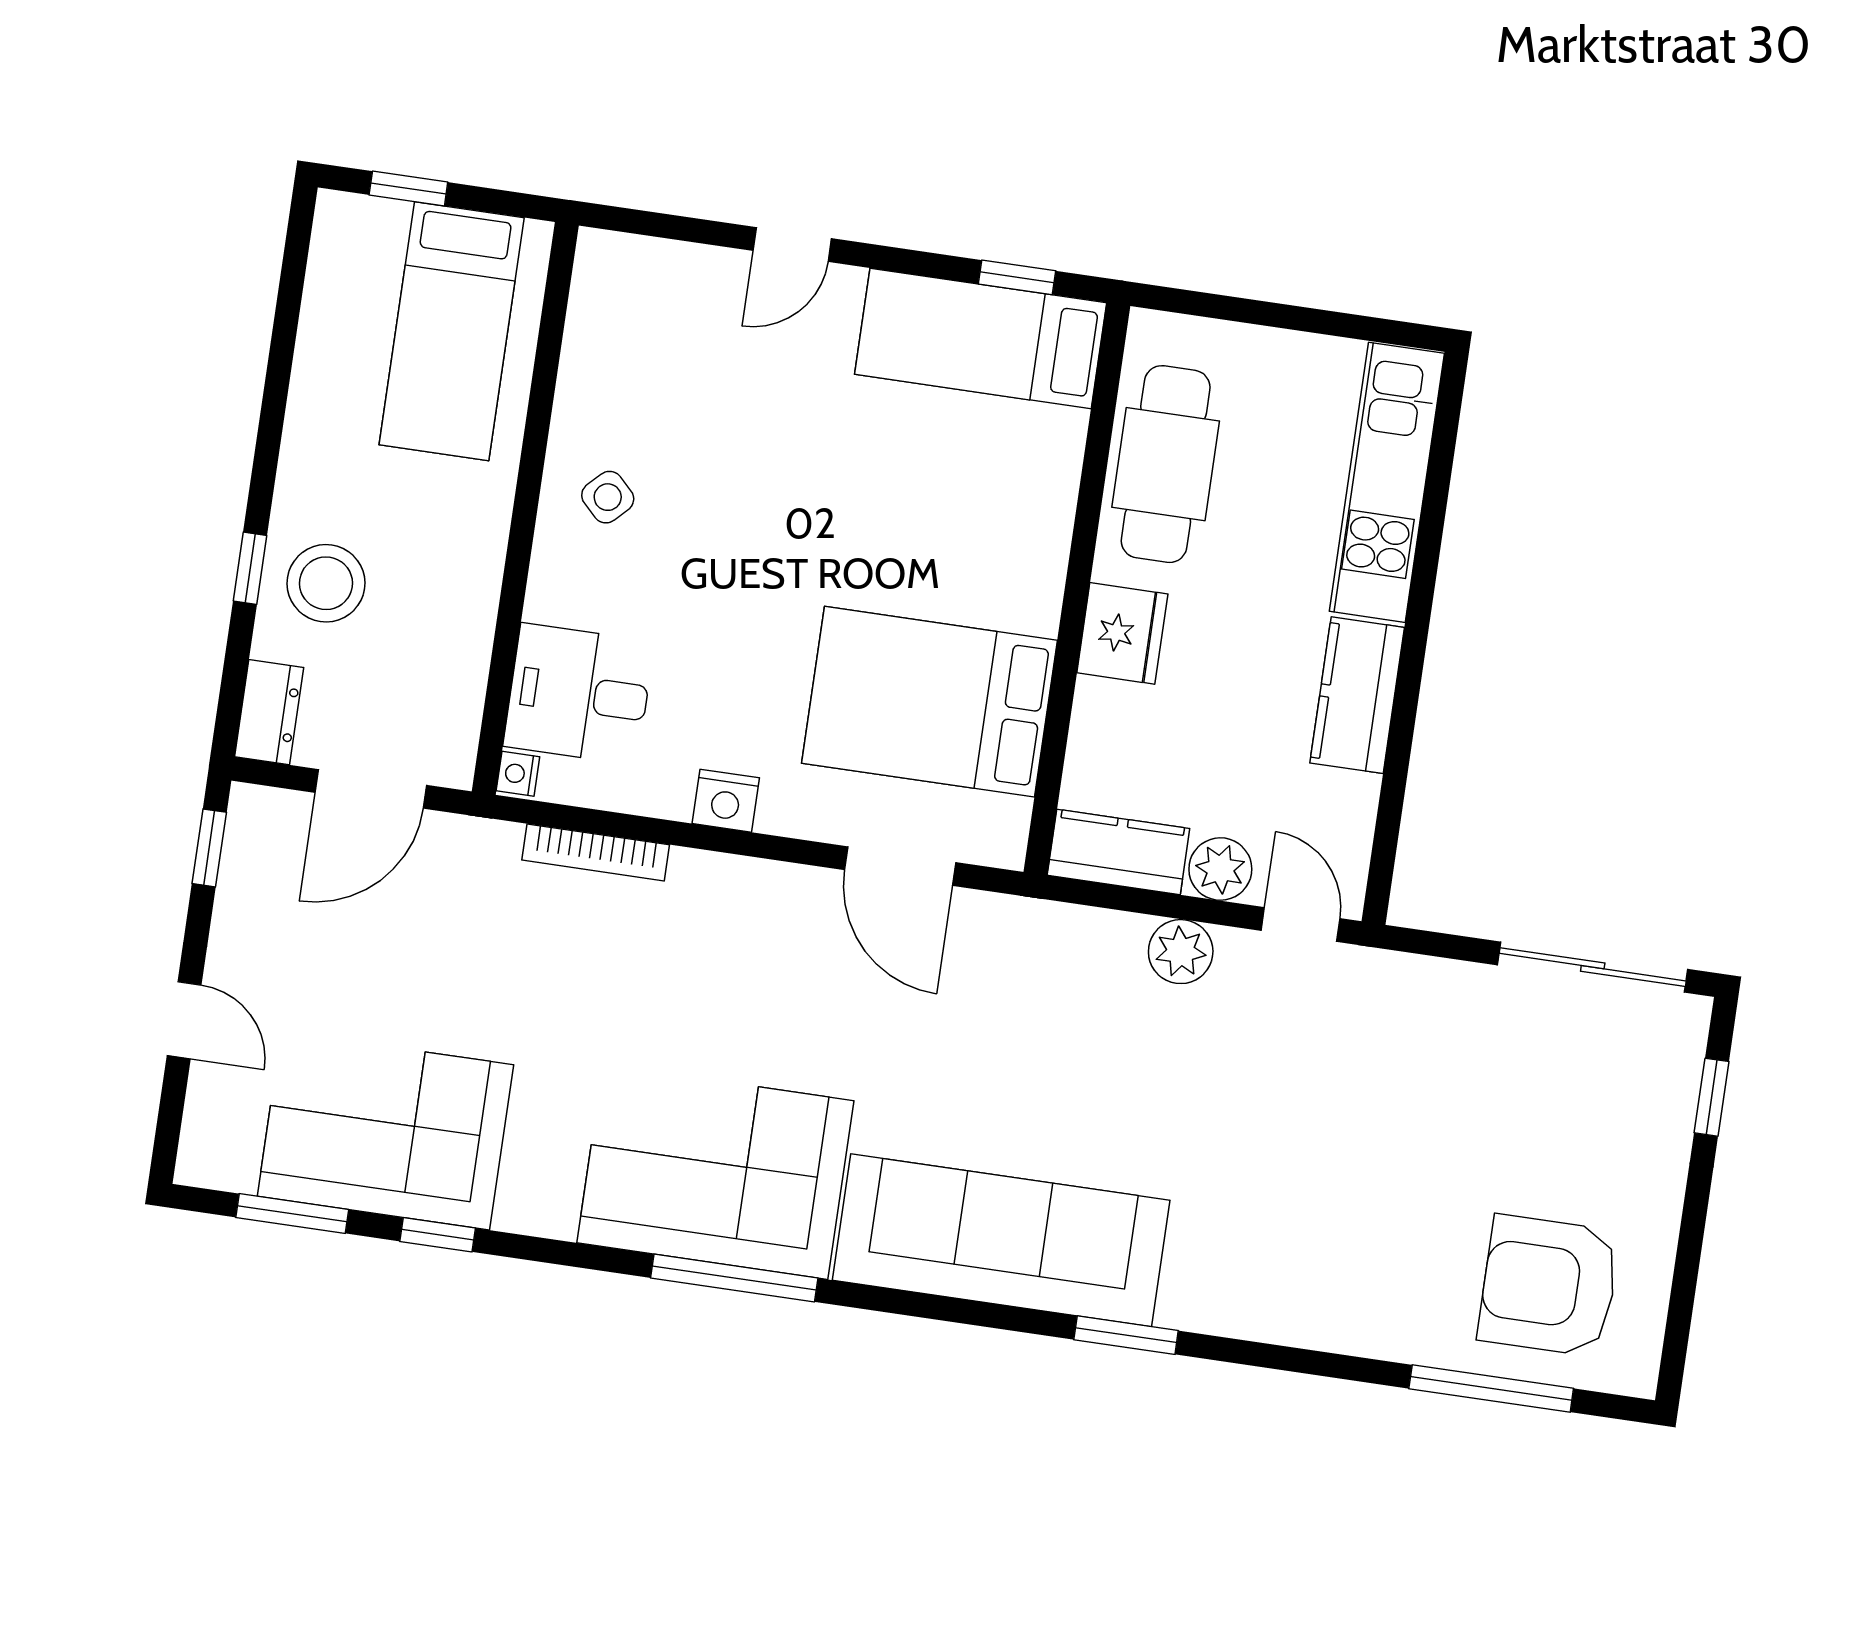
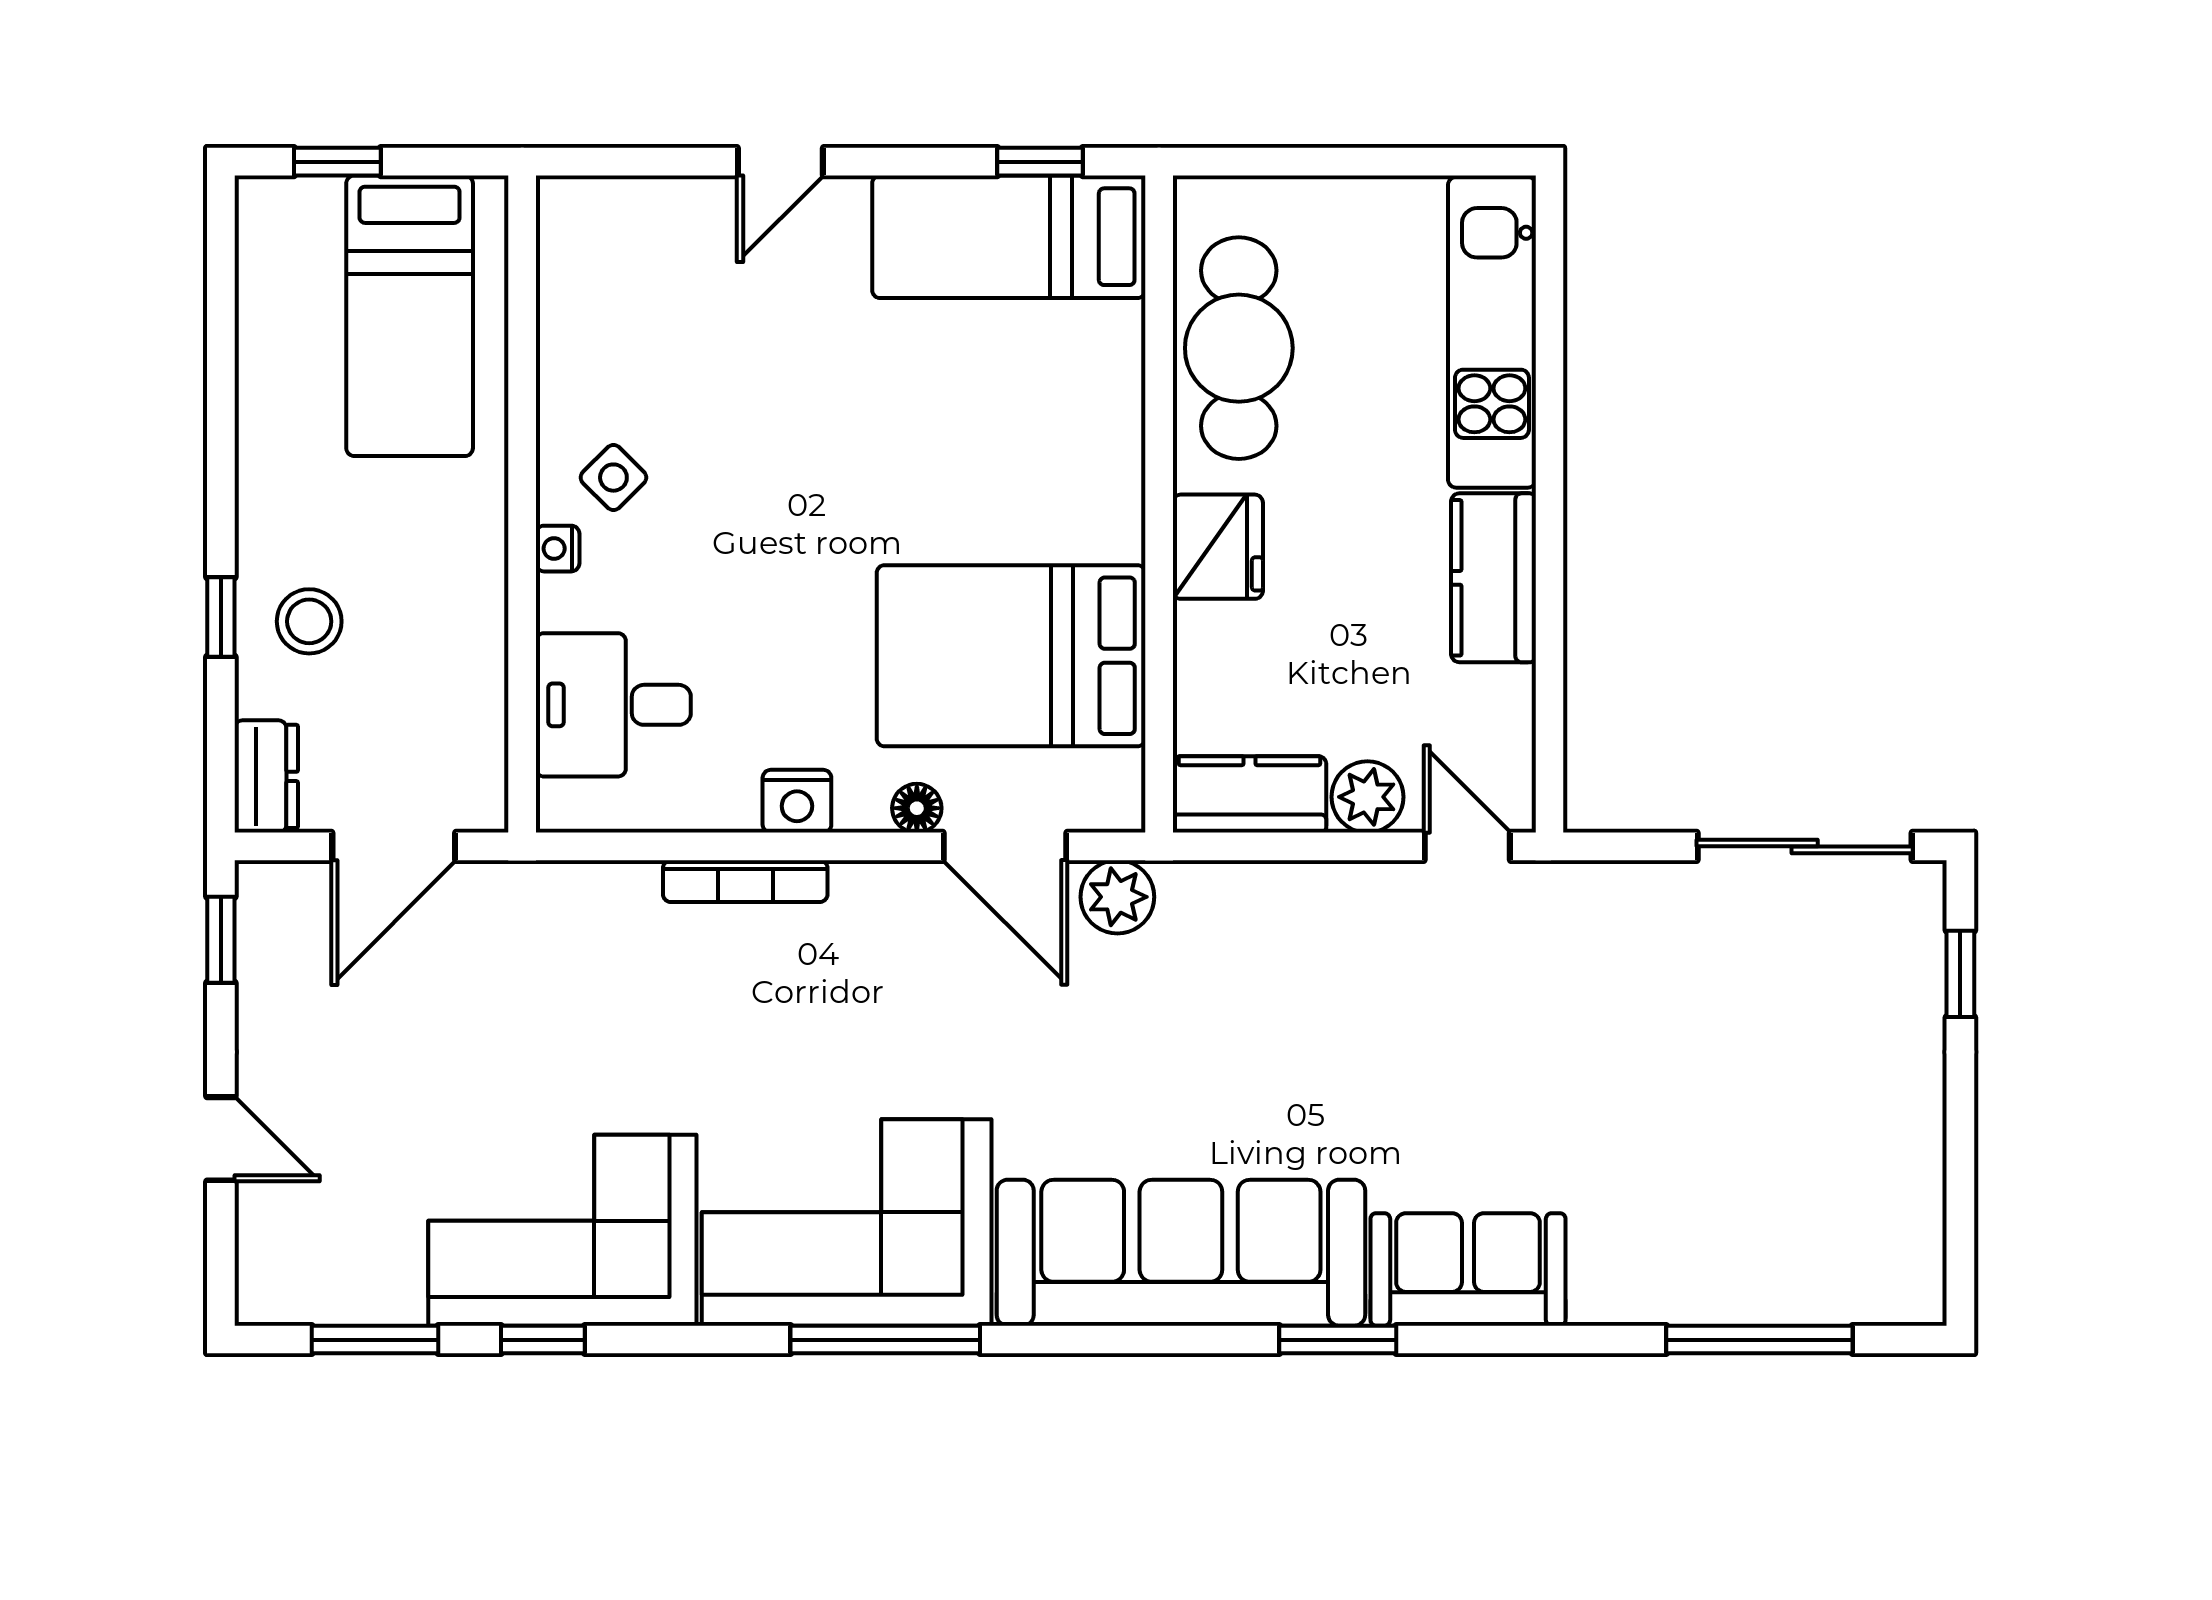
stool: (326, 583) -> (309, 621), width x0.73, depth x0.73
nightstand: (518, 774) -> (558, 549), moved
floor lamp: (829, 822) -> (917, 808), added
bookcase: (596, 852) -> (745, 881), moved
plant: (1181, 952) -> (1117, 897), moved
corner sofa: (385, 1130) -> (562, 1230), moved
armchair: (1549, 1286) -> (1808, 1214), removed
sofa: (1248, 1291) -> (1468, 1269), added

